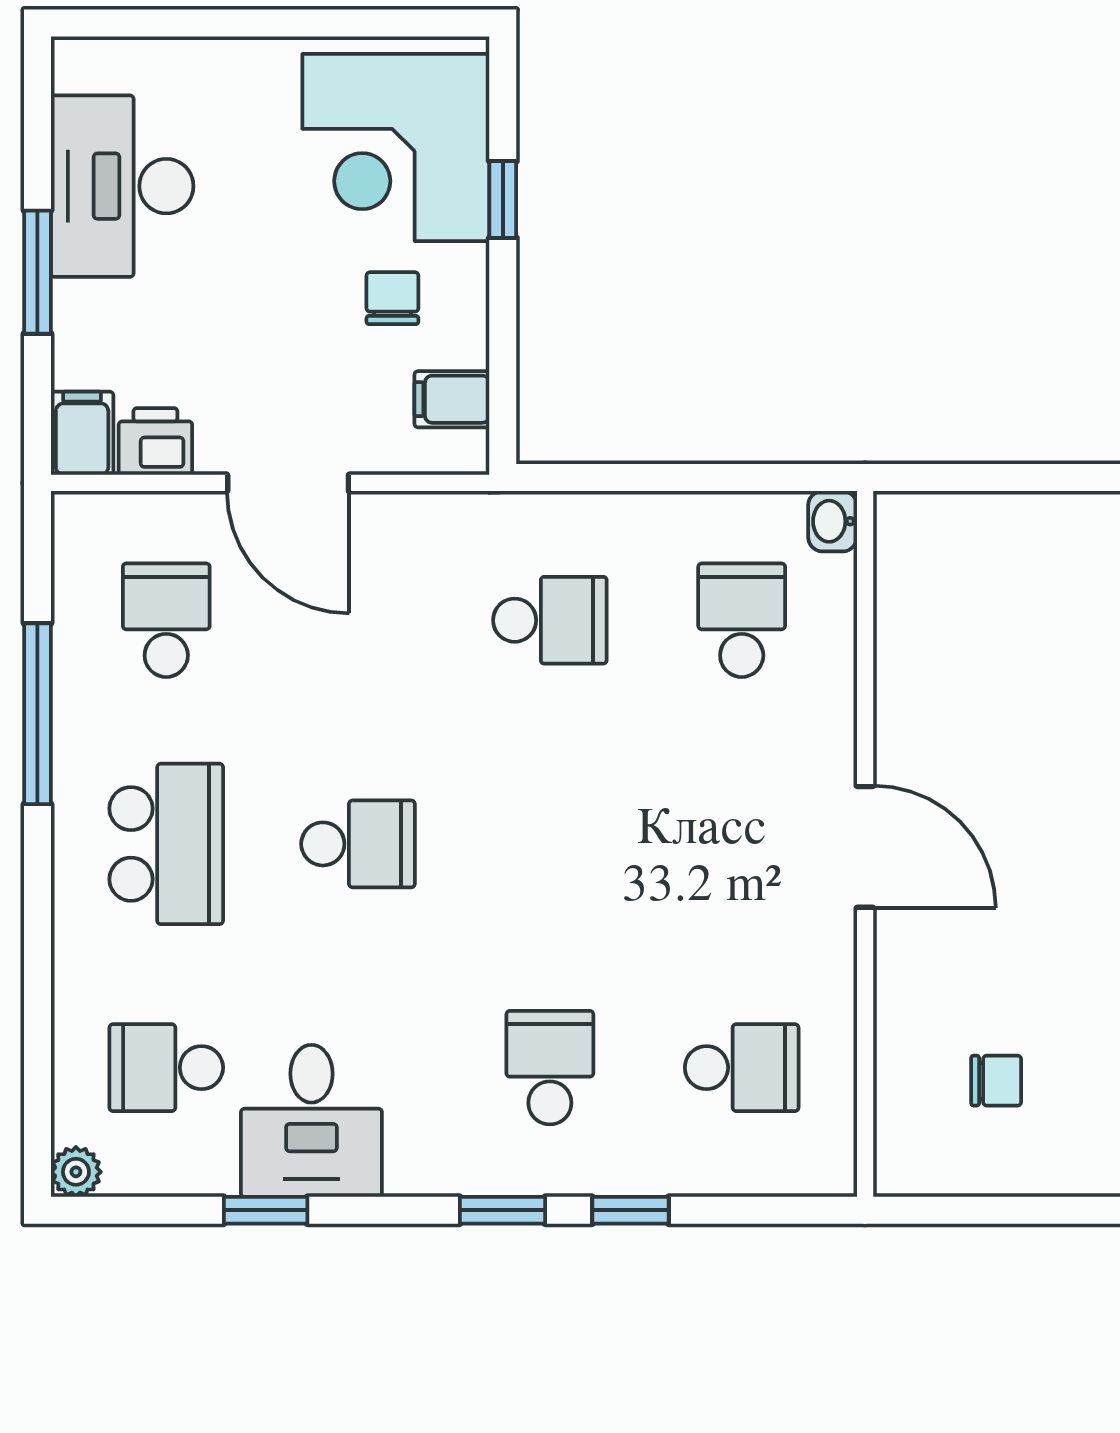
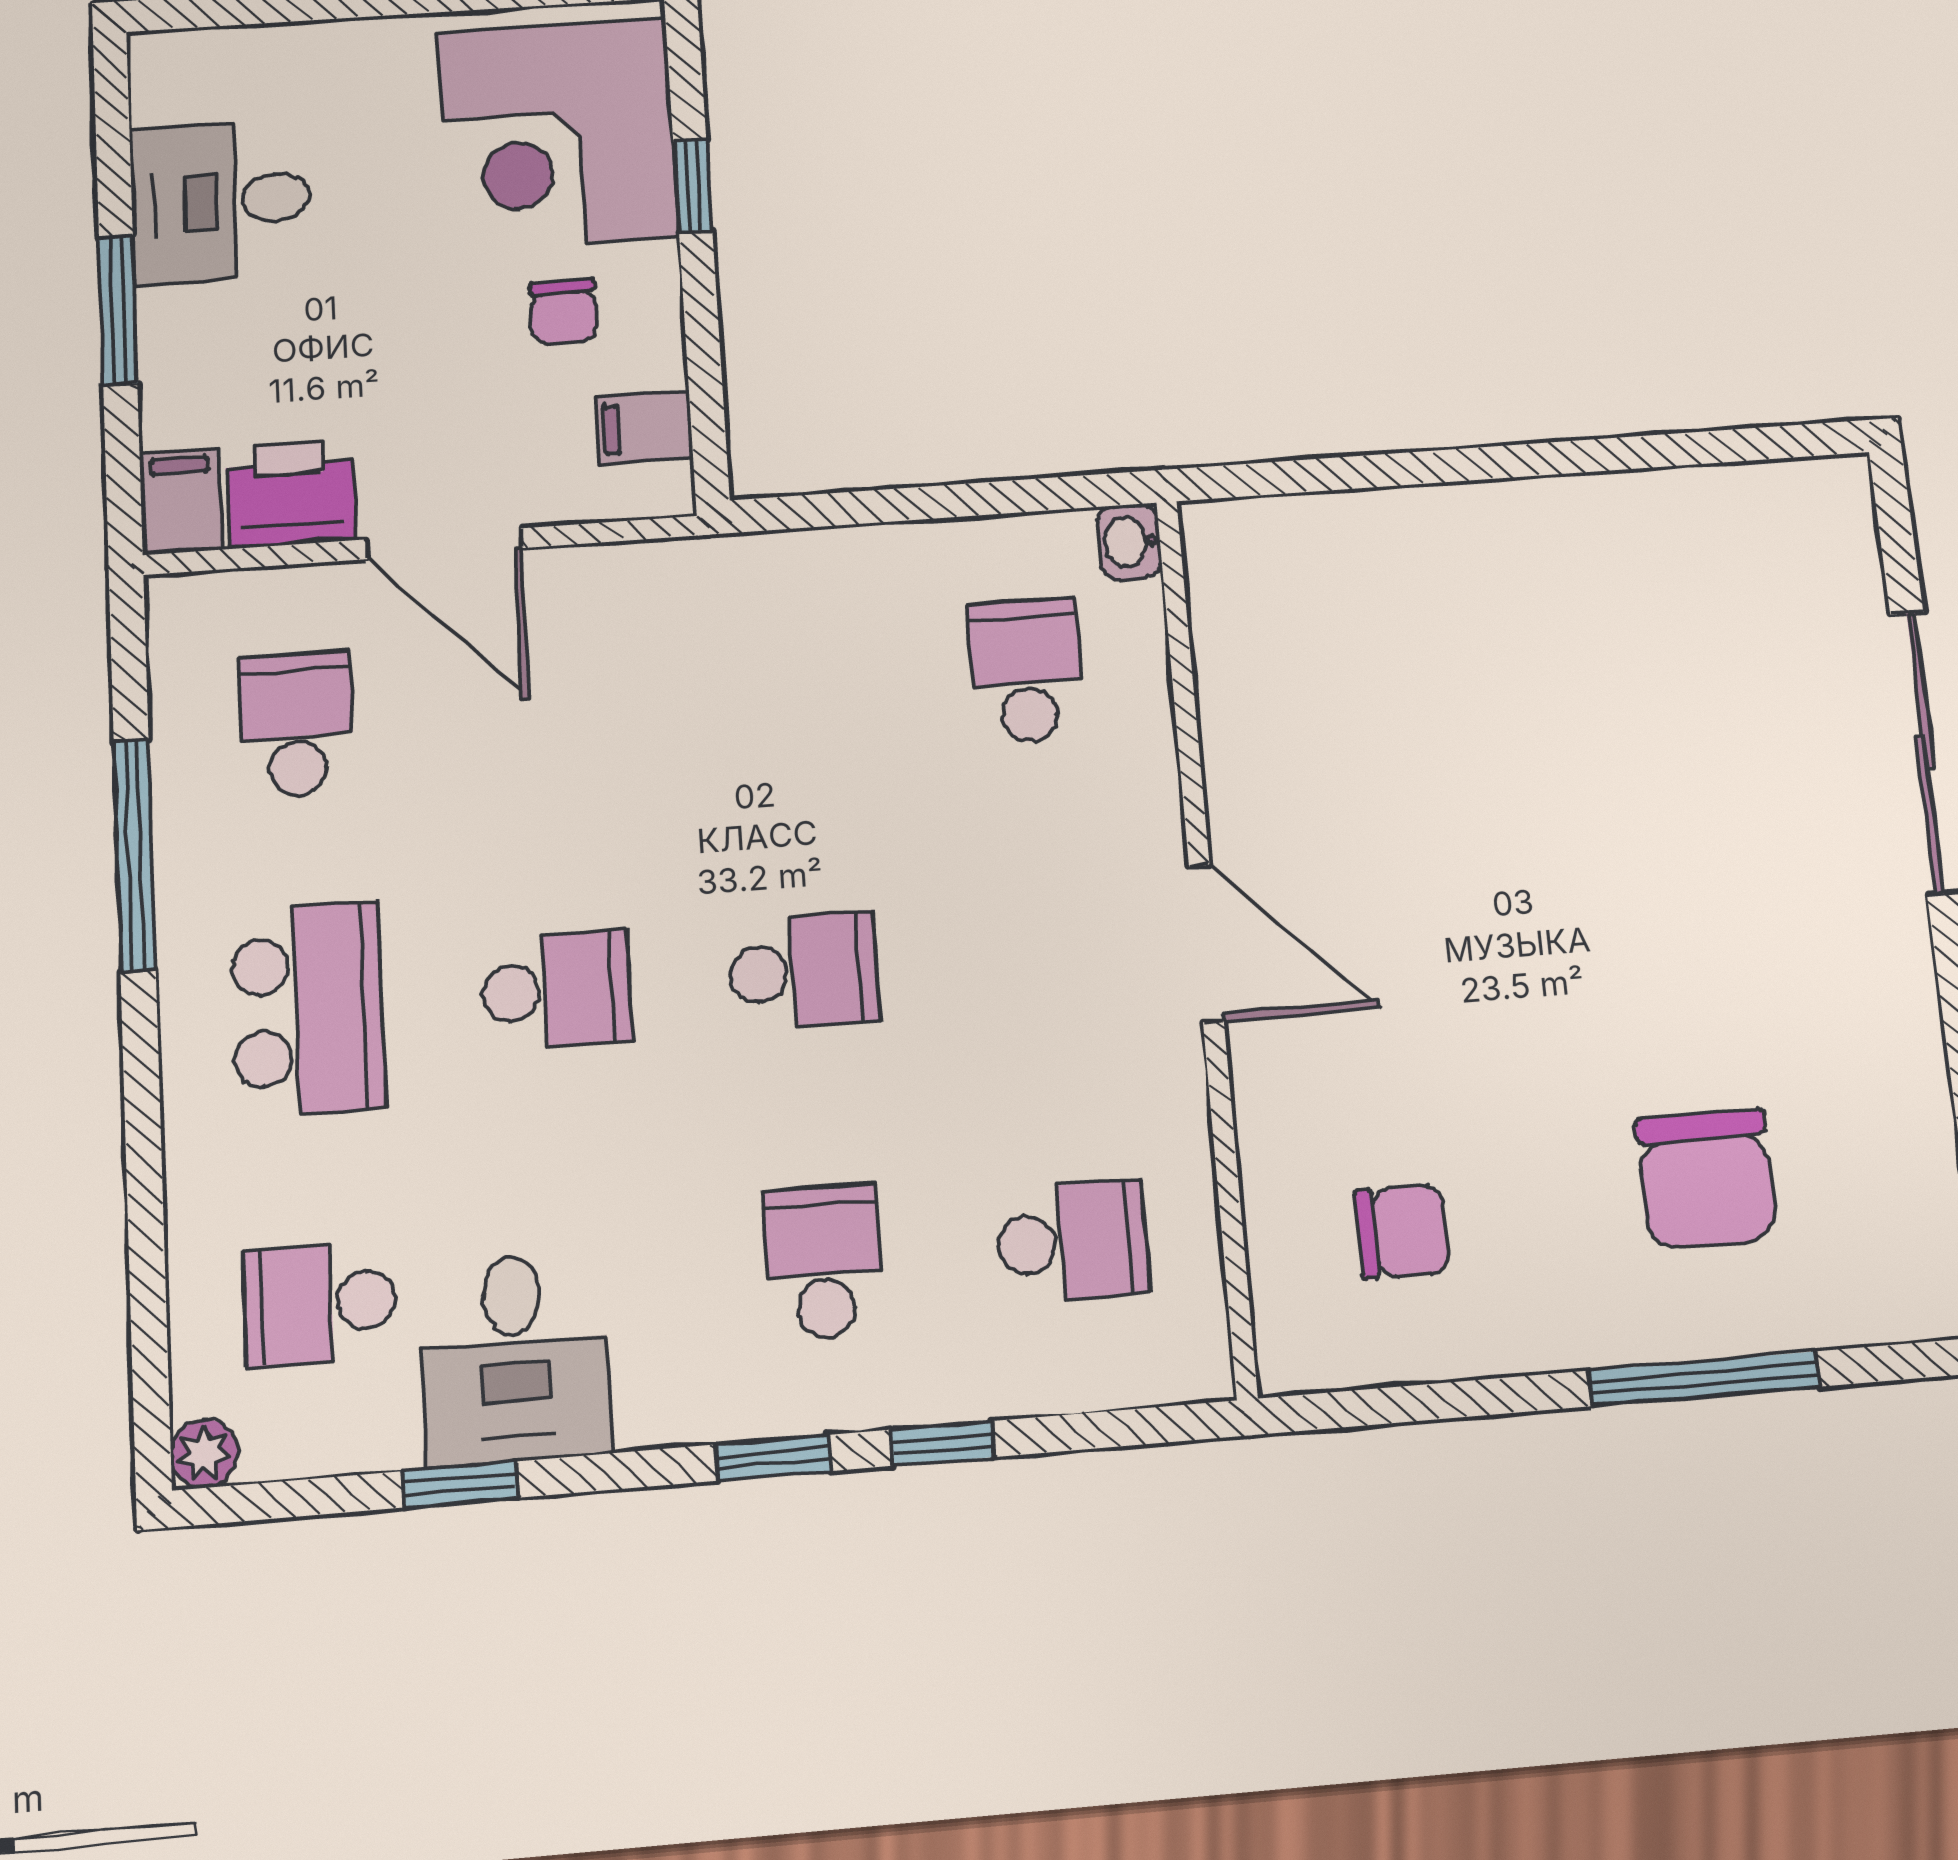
desk: (122, 186) -> (221, 201), width x0.73
chair: (392, 298) -> (563, 312), turned 180
printer: (155, 442) -> (291, 494), width x1.36, depth x1.24
school desk: (550, 620) -> (804, 971), moved
chair: (996, 1081) -> (1402, 1231), width x1.37, depth x1.37

